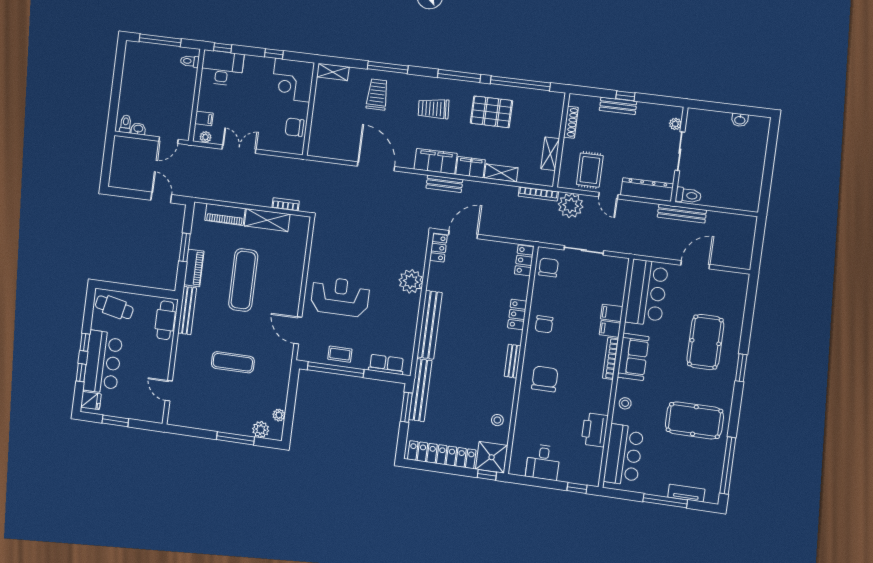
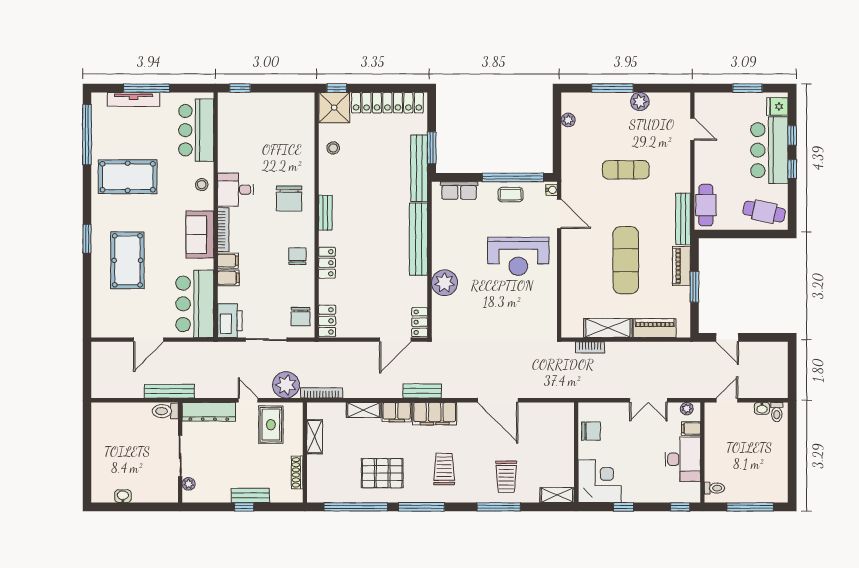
desk: (222, 68) -> (683, 459), moved, turned -90
trolley: (433, 109) -> (444, 469), turned -86
water cooler: (302, 353) -> (552, 190), added
plant: (261, 430) -> (640, 102), moved
printer: (595, 430) -> (230, 321), moved
desk: (543, 462) -> (235, 190), moved, turned -90
tv unit: (686, 493) -> (133, 99), width x1.41

